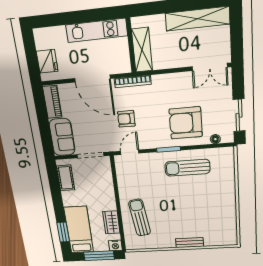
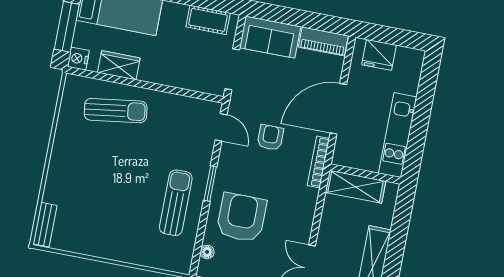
bench: (190, 243) -> (45, 225), moved

